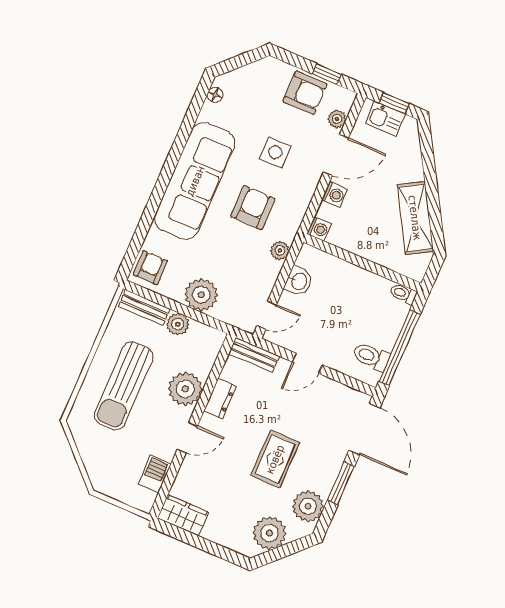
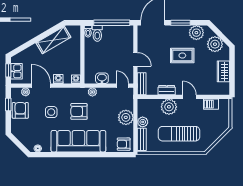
toilet: (371, 357) -> (97, 33), moved
sun lounger: (124, 386) -> (179, 134), turned 180
wardrobe: (183, 515) -> (223, 71), moved

